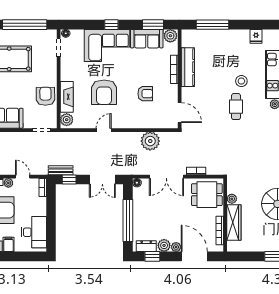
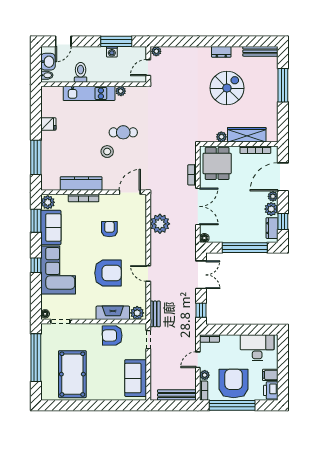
fridge: (256, 36) -> (48, 124), moved
stool: (241, 81) -> (107, 152), moved
bench: (61, 170) -> (155, 314), moved

